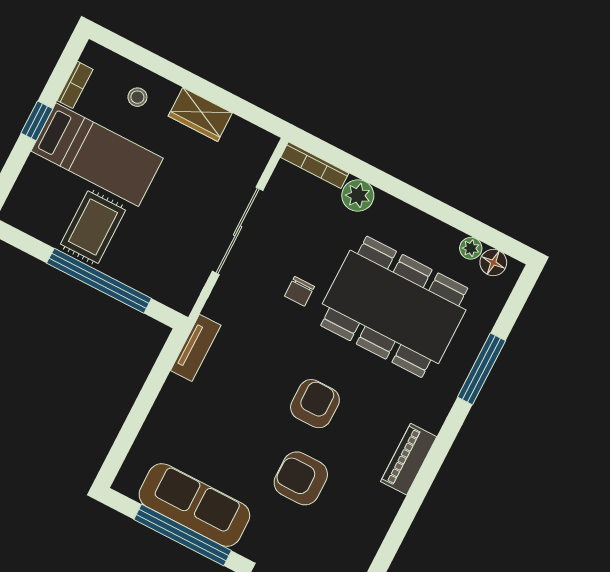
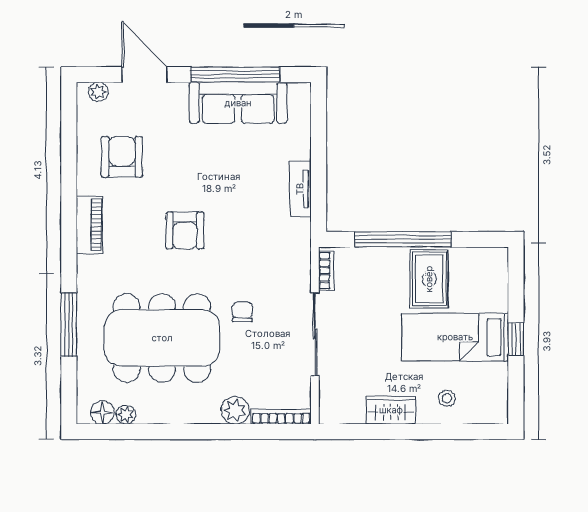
bookcase: (75, 85) -> (326, 271), moved, turned 180
tv unit: (196, 348) -> (300, 189), moved
armchair: (301, 478) -> (122, 157), moved, turned -90

